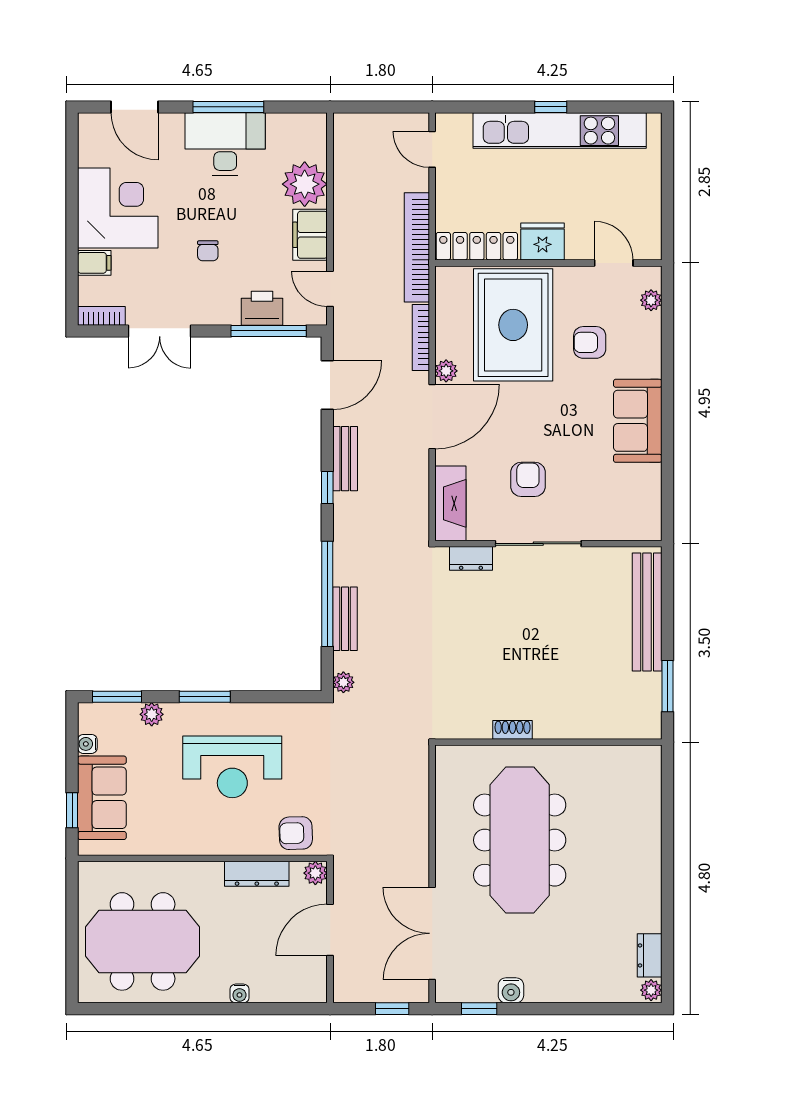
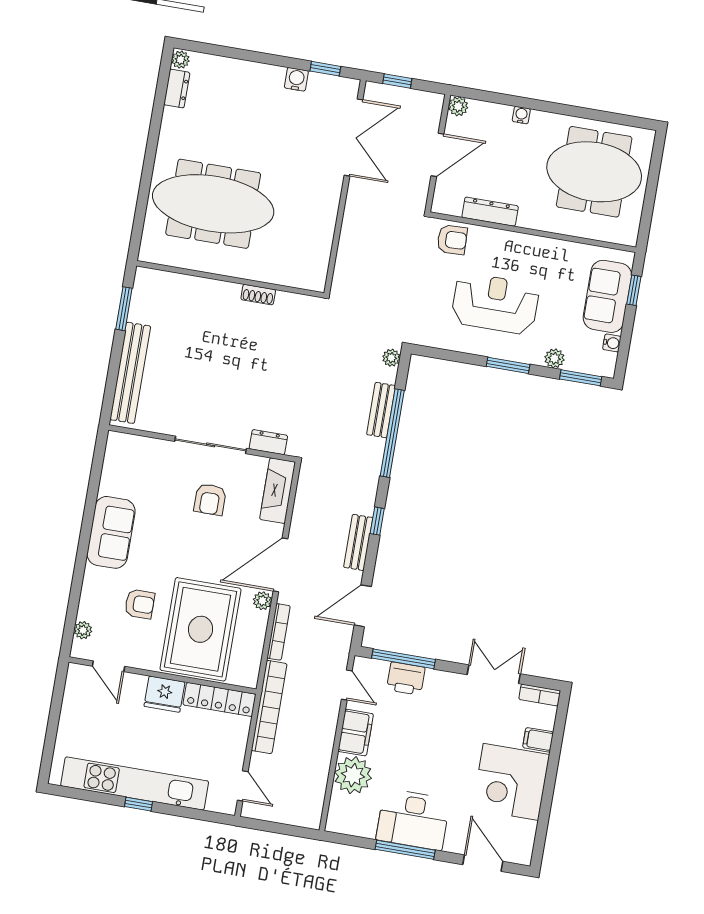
chair: (208, 251) -> (442, 734), removed
meeting table: (520, 840) -> (213, 204), moved, turned 90
plant: (315, 873) -> (458, 106), moved

